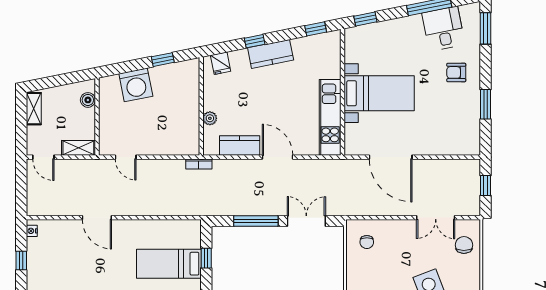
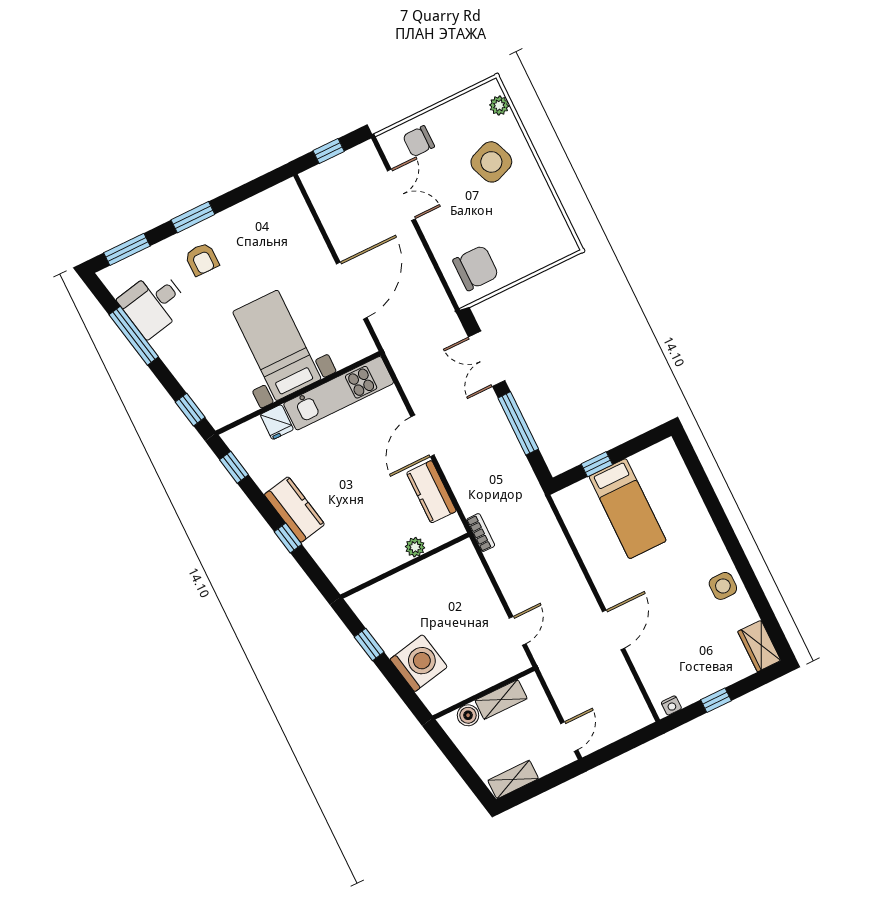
fridge: (221, 63) -> (277, 422), moved, turned 101
window: (485, 104) -> (193, 217), moved
shelving: (78, 148) -> (501, 699), moved, turned 90
chair: (367, 242) -> (476, 268), width x1.87, depth x1.87

